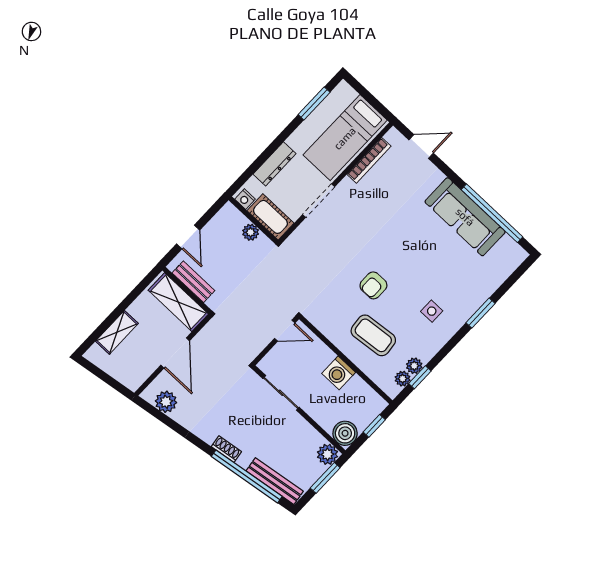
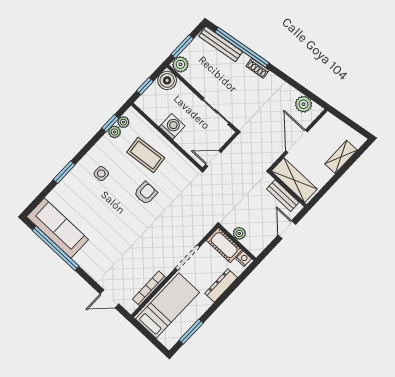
sofa: (465, 217) -> (58, 228), moved

